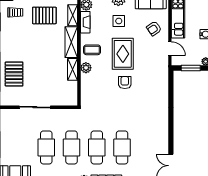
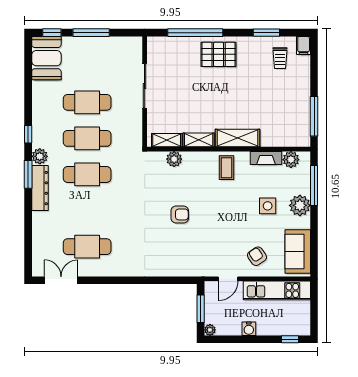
pallet: (44, 15) -> (276, 100), removed
shelving: (73, 15) -> (167, 140), moved
rug: (123, 54) -> (221, 212), removed
plant: (86, 68) -> (174, 159), moved
pallet: (14, 74) -> (219, 54), moved
cafe table: (122, 147) -> (87, 247), moved

